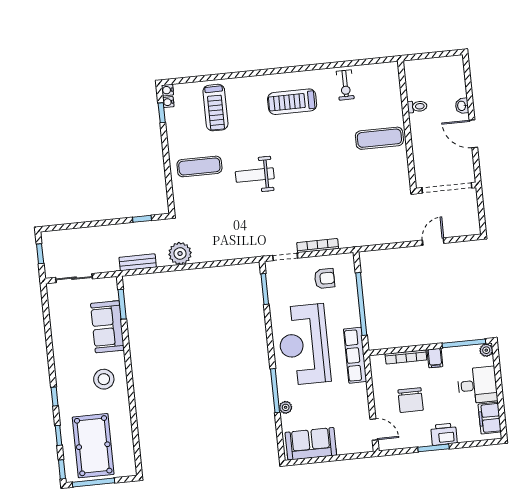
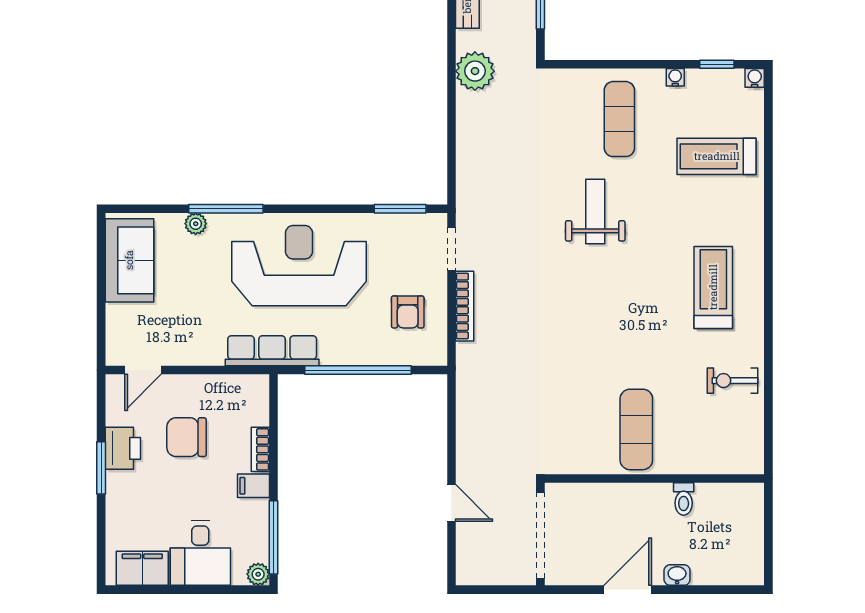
water cooler: (168, 102) -> (675, 77), moved
bookcase: (406, 357) -> (260, 449), width x0.64
printer: (444, 434) -> (123, 448), moved

